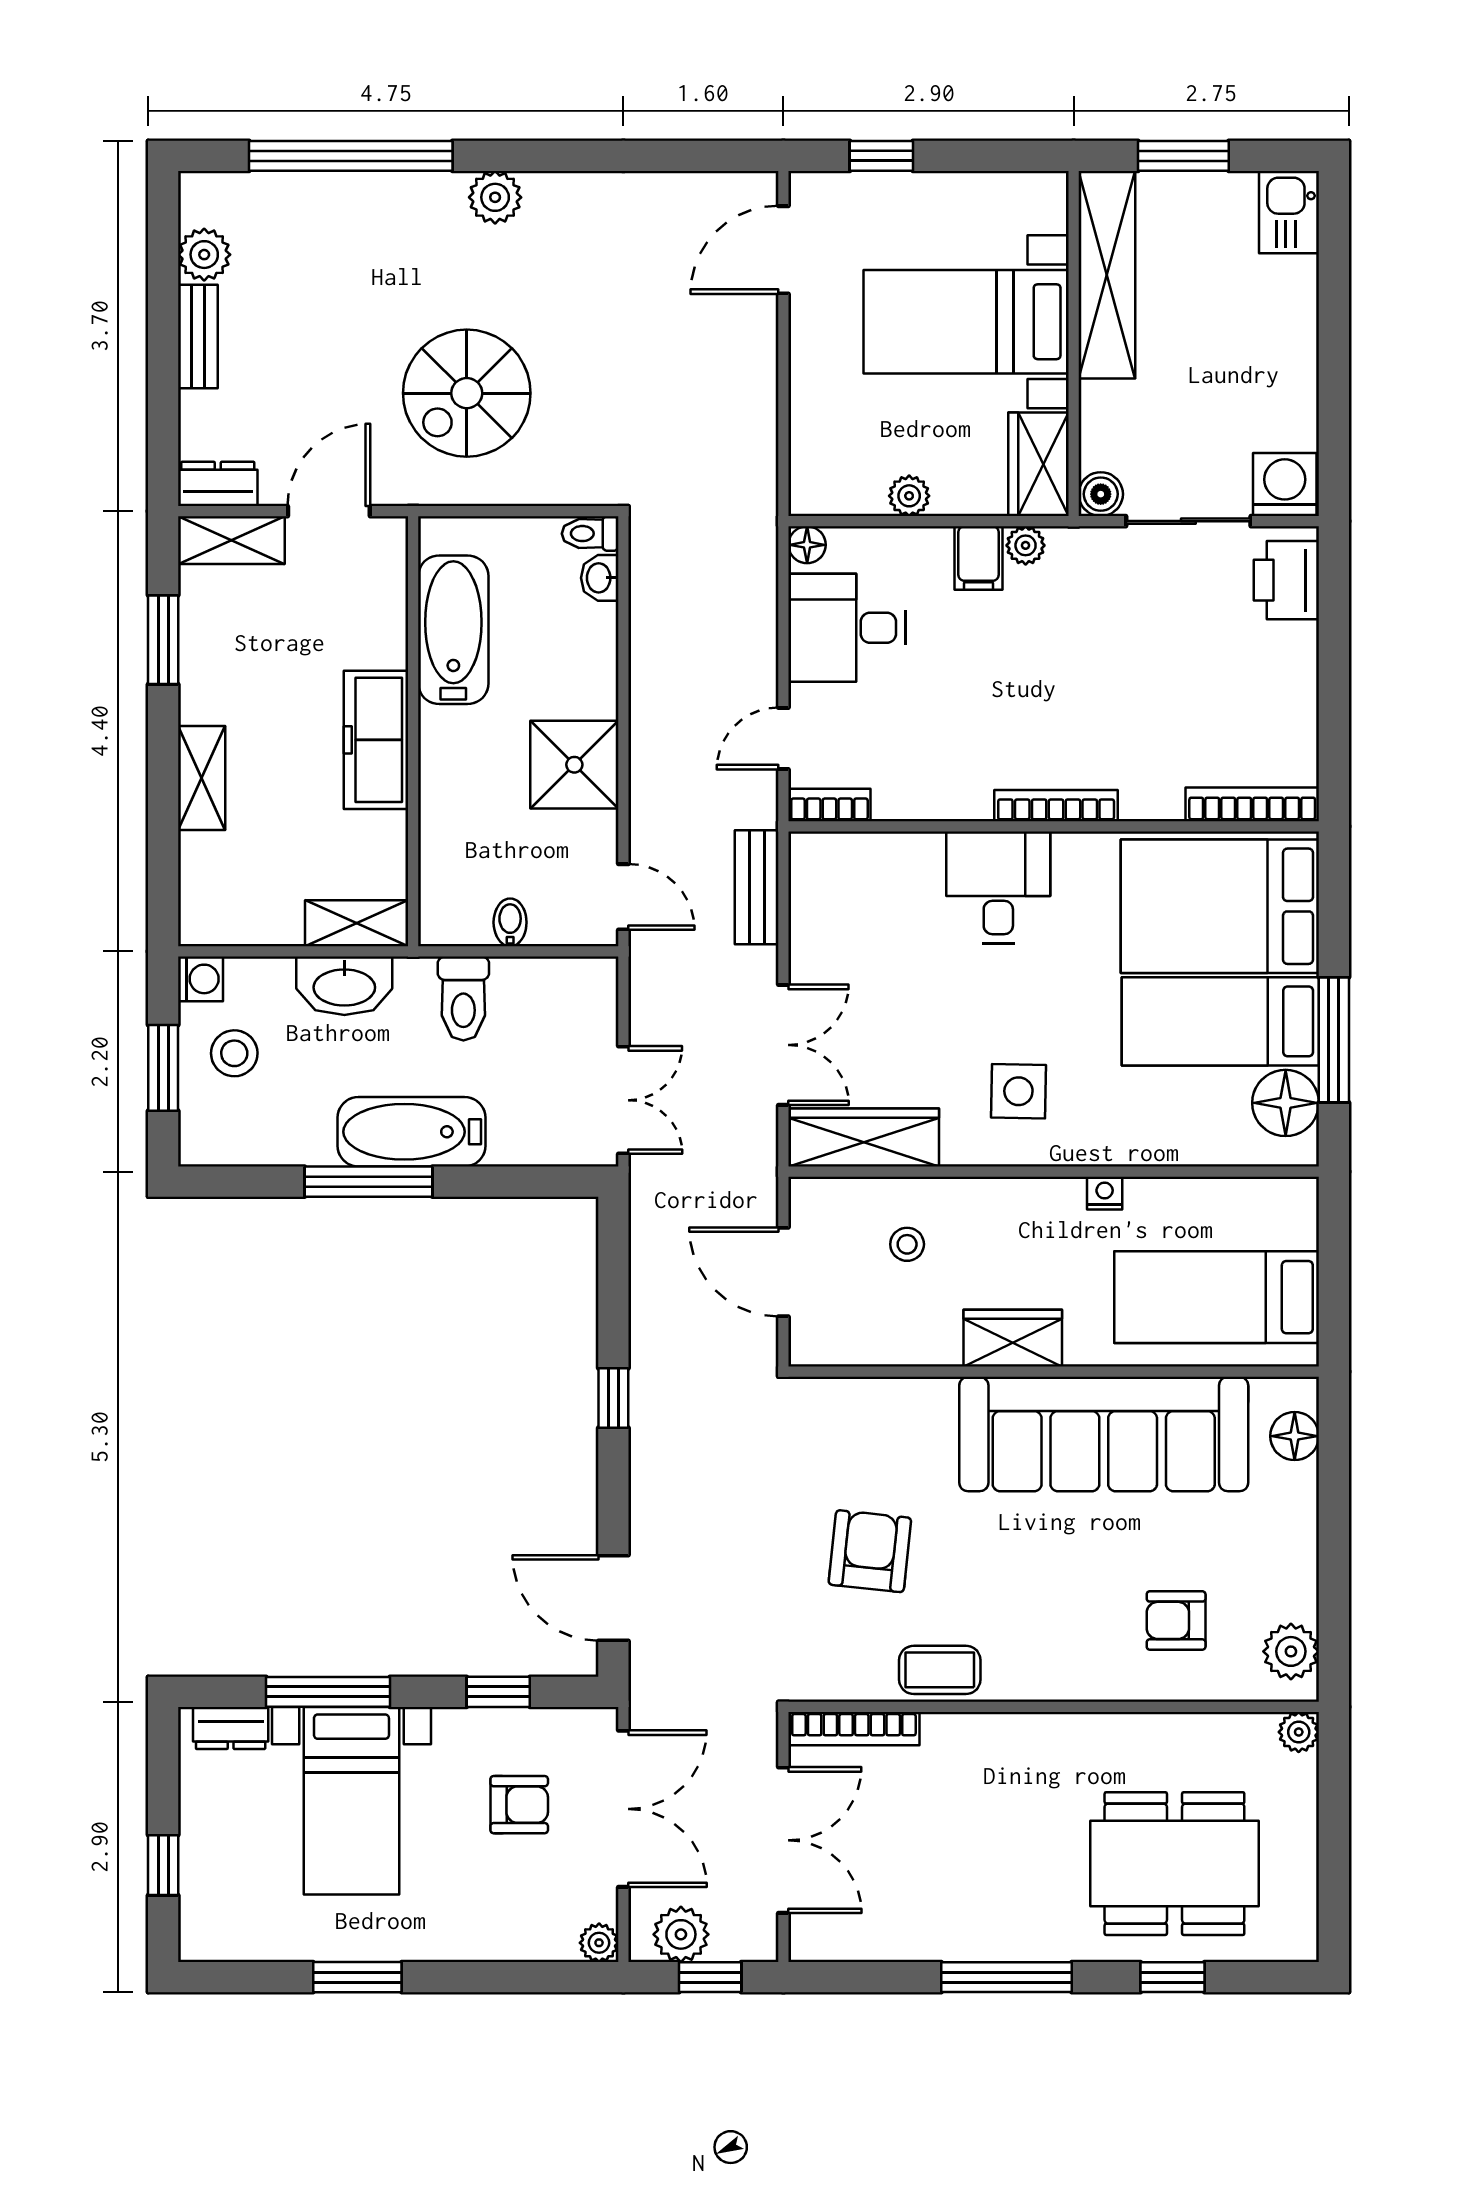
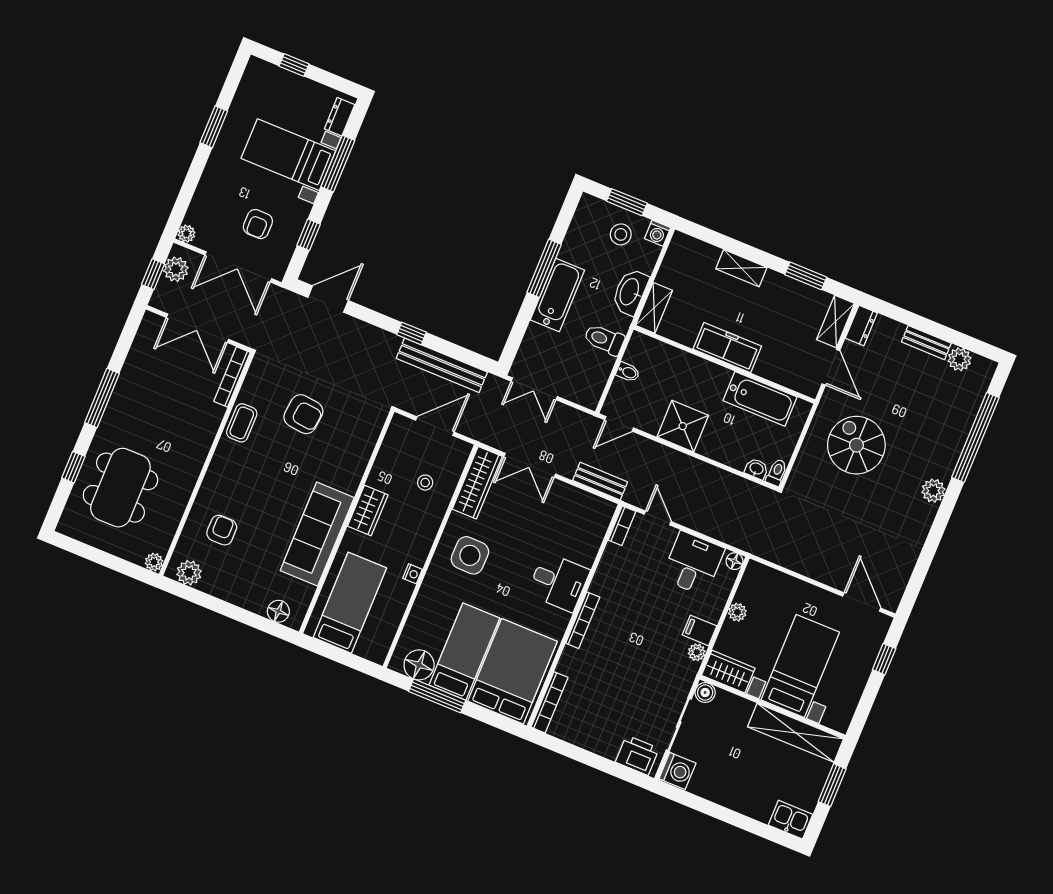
side table: (1018, 1091) -> (470, 555), width x1.37, depth x1.37
bench: (653, 1309) -> (442, 365), added
sofa: (1104, 1434) -> (317, 534), width x0.74, depth x0.79

